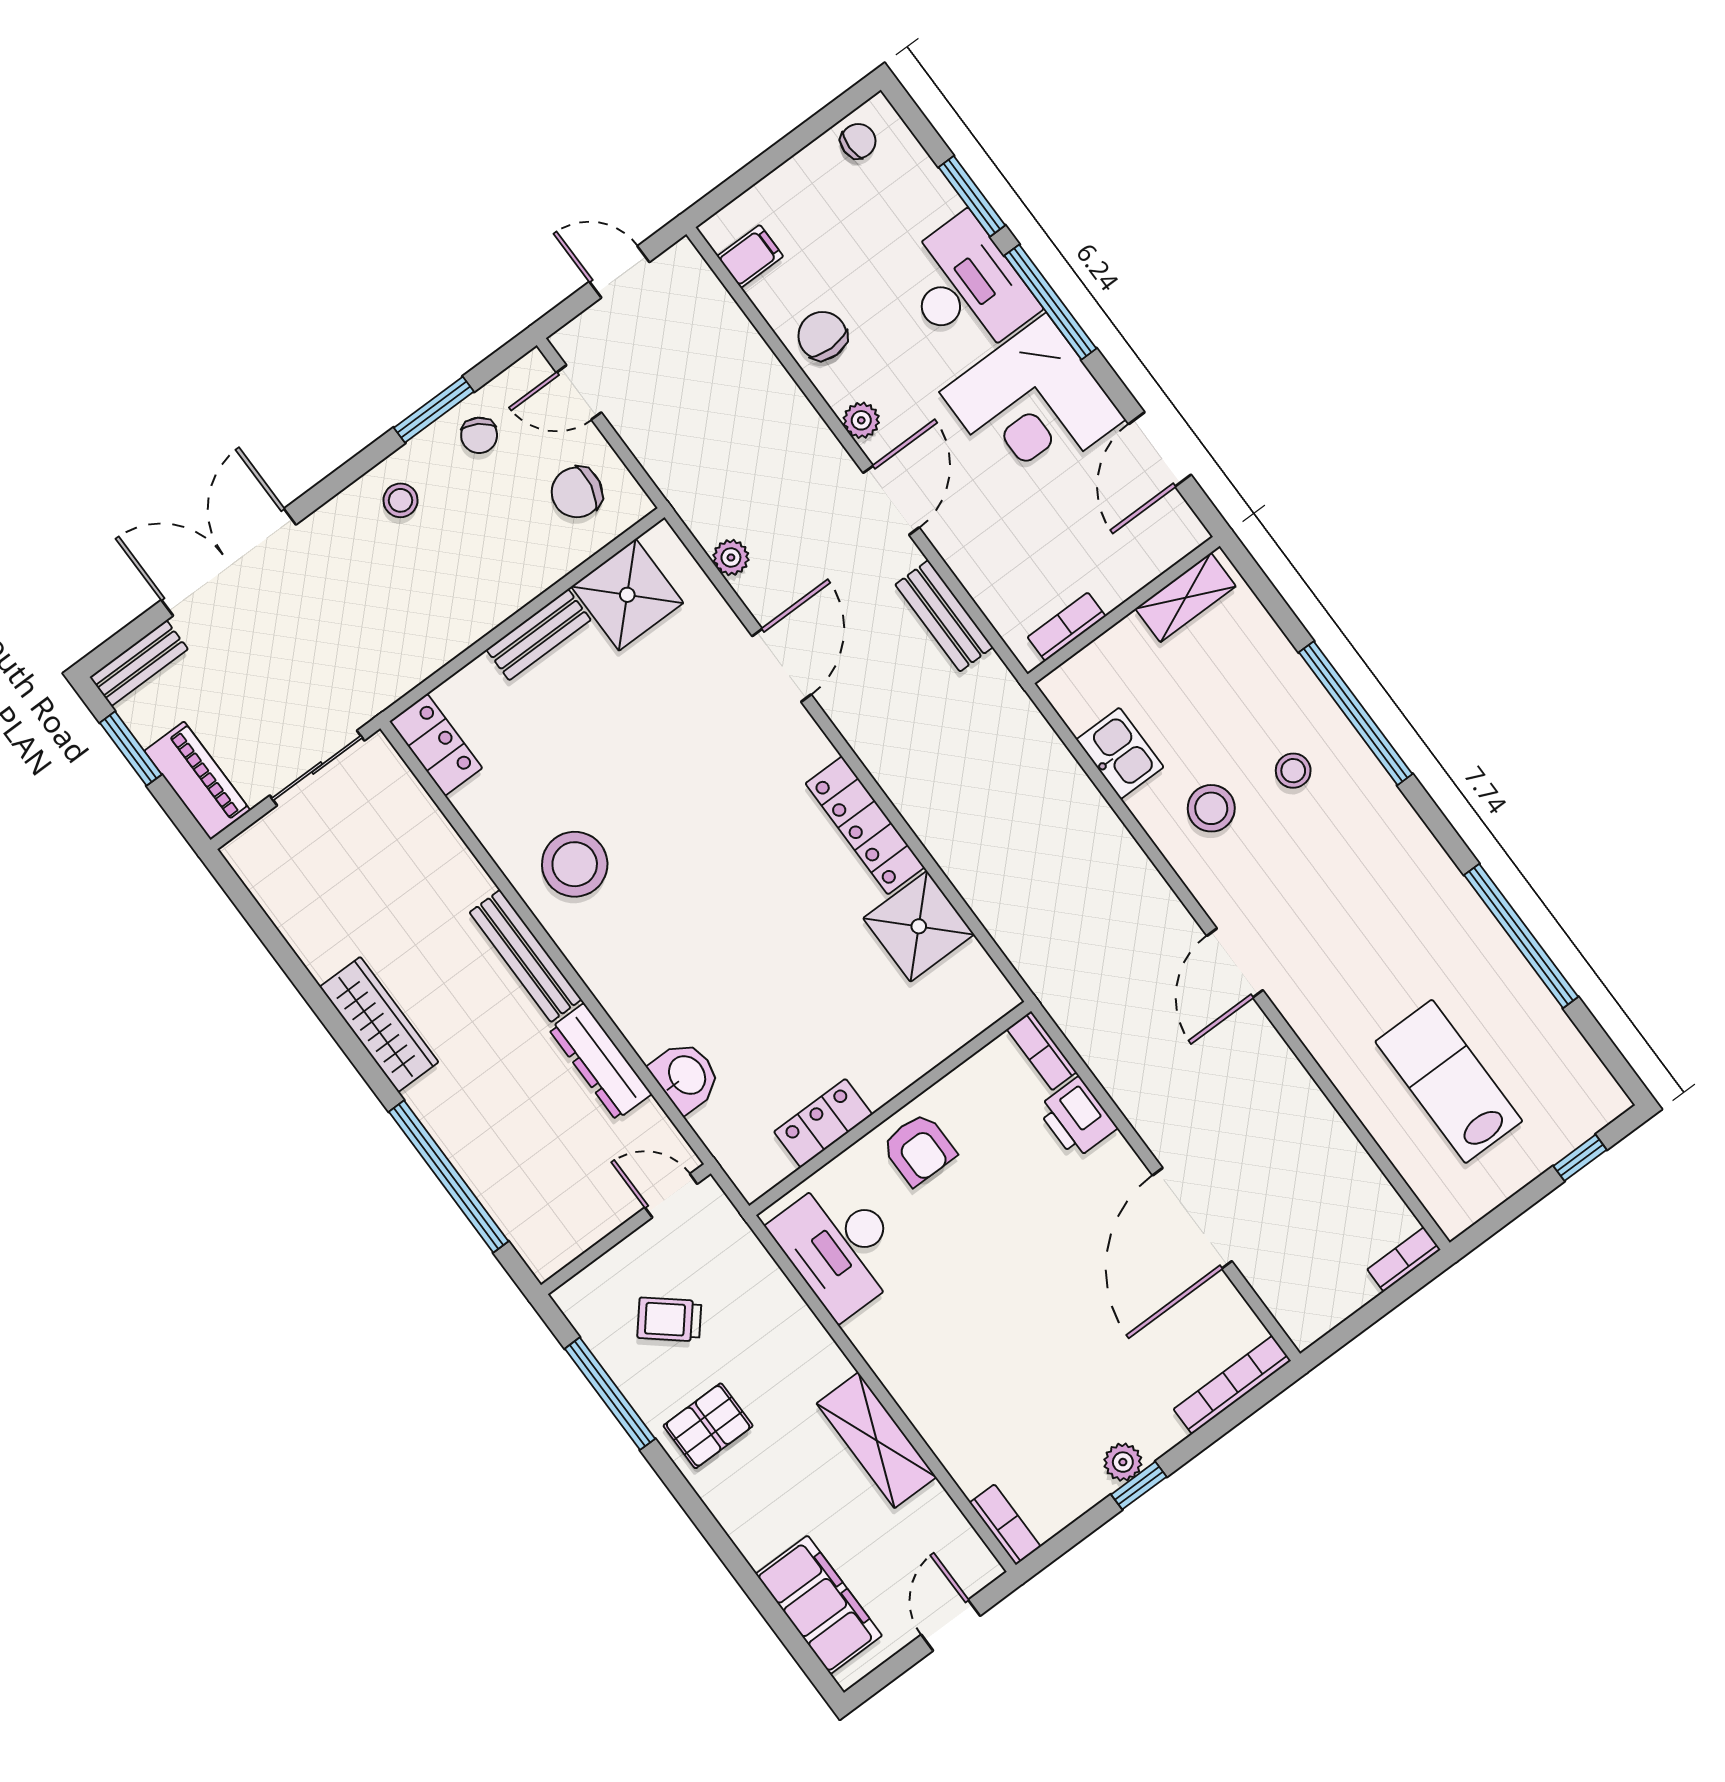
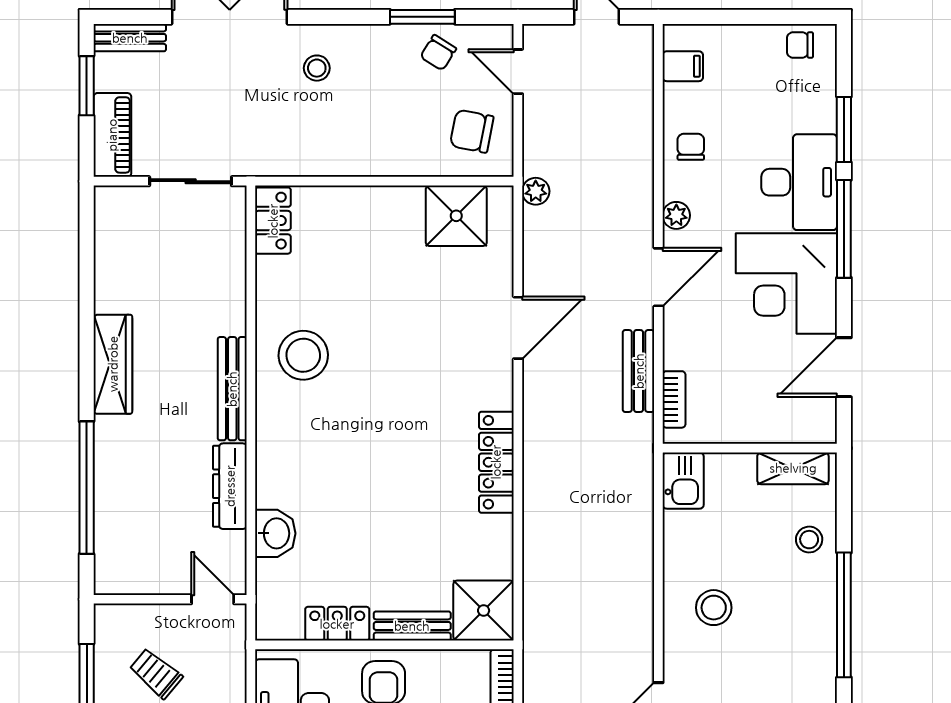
chair: (858, 141) -> (800, 45), turned 180
chair: (822, 336) -> (691, 147), width x0.73, depth x0.73
stool: (401, 500) -> (317, 68), moved
plant: (731, 557) -> (536, 191), moved
bookcase: (1067, 627) -> (674, 399), moved, turned 90
bench: (539, 635) -> (412, 626), moved
kitchen sink: (1120, 753) -> (683, 481), moved
stool: (1293, 771) -> (809, 540), moved
shower: (919, 926) -> (484, 611), moved

